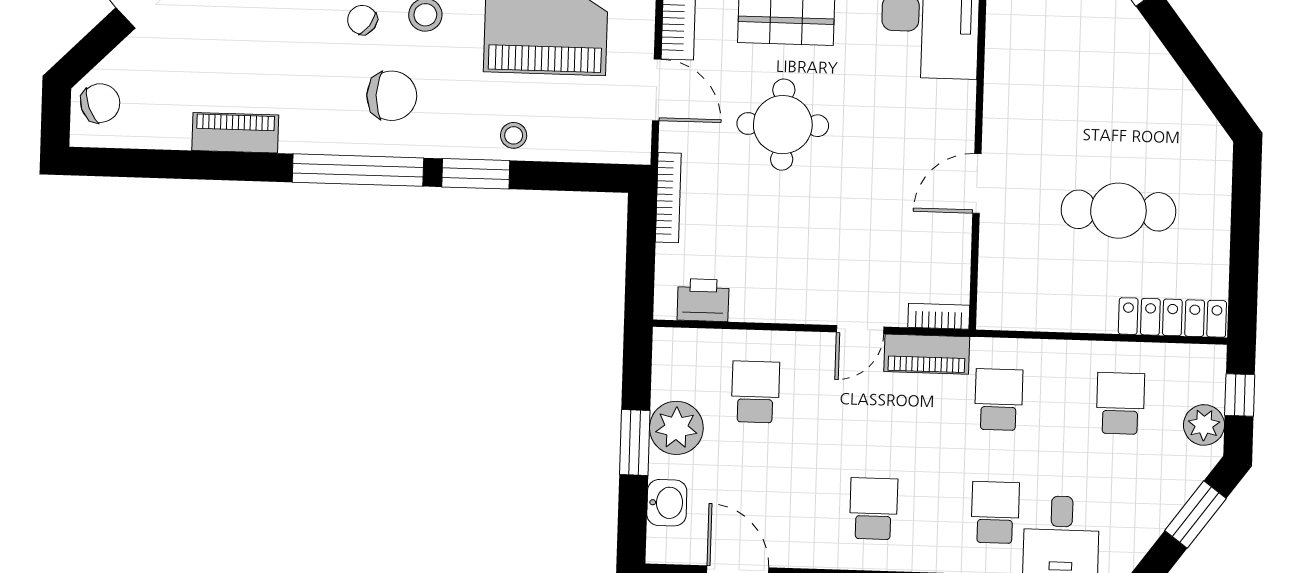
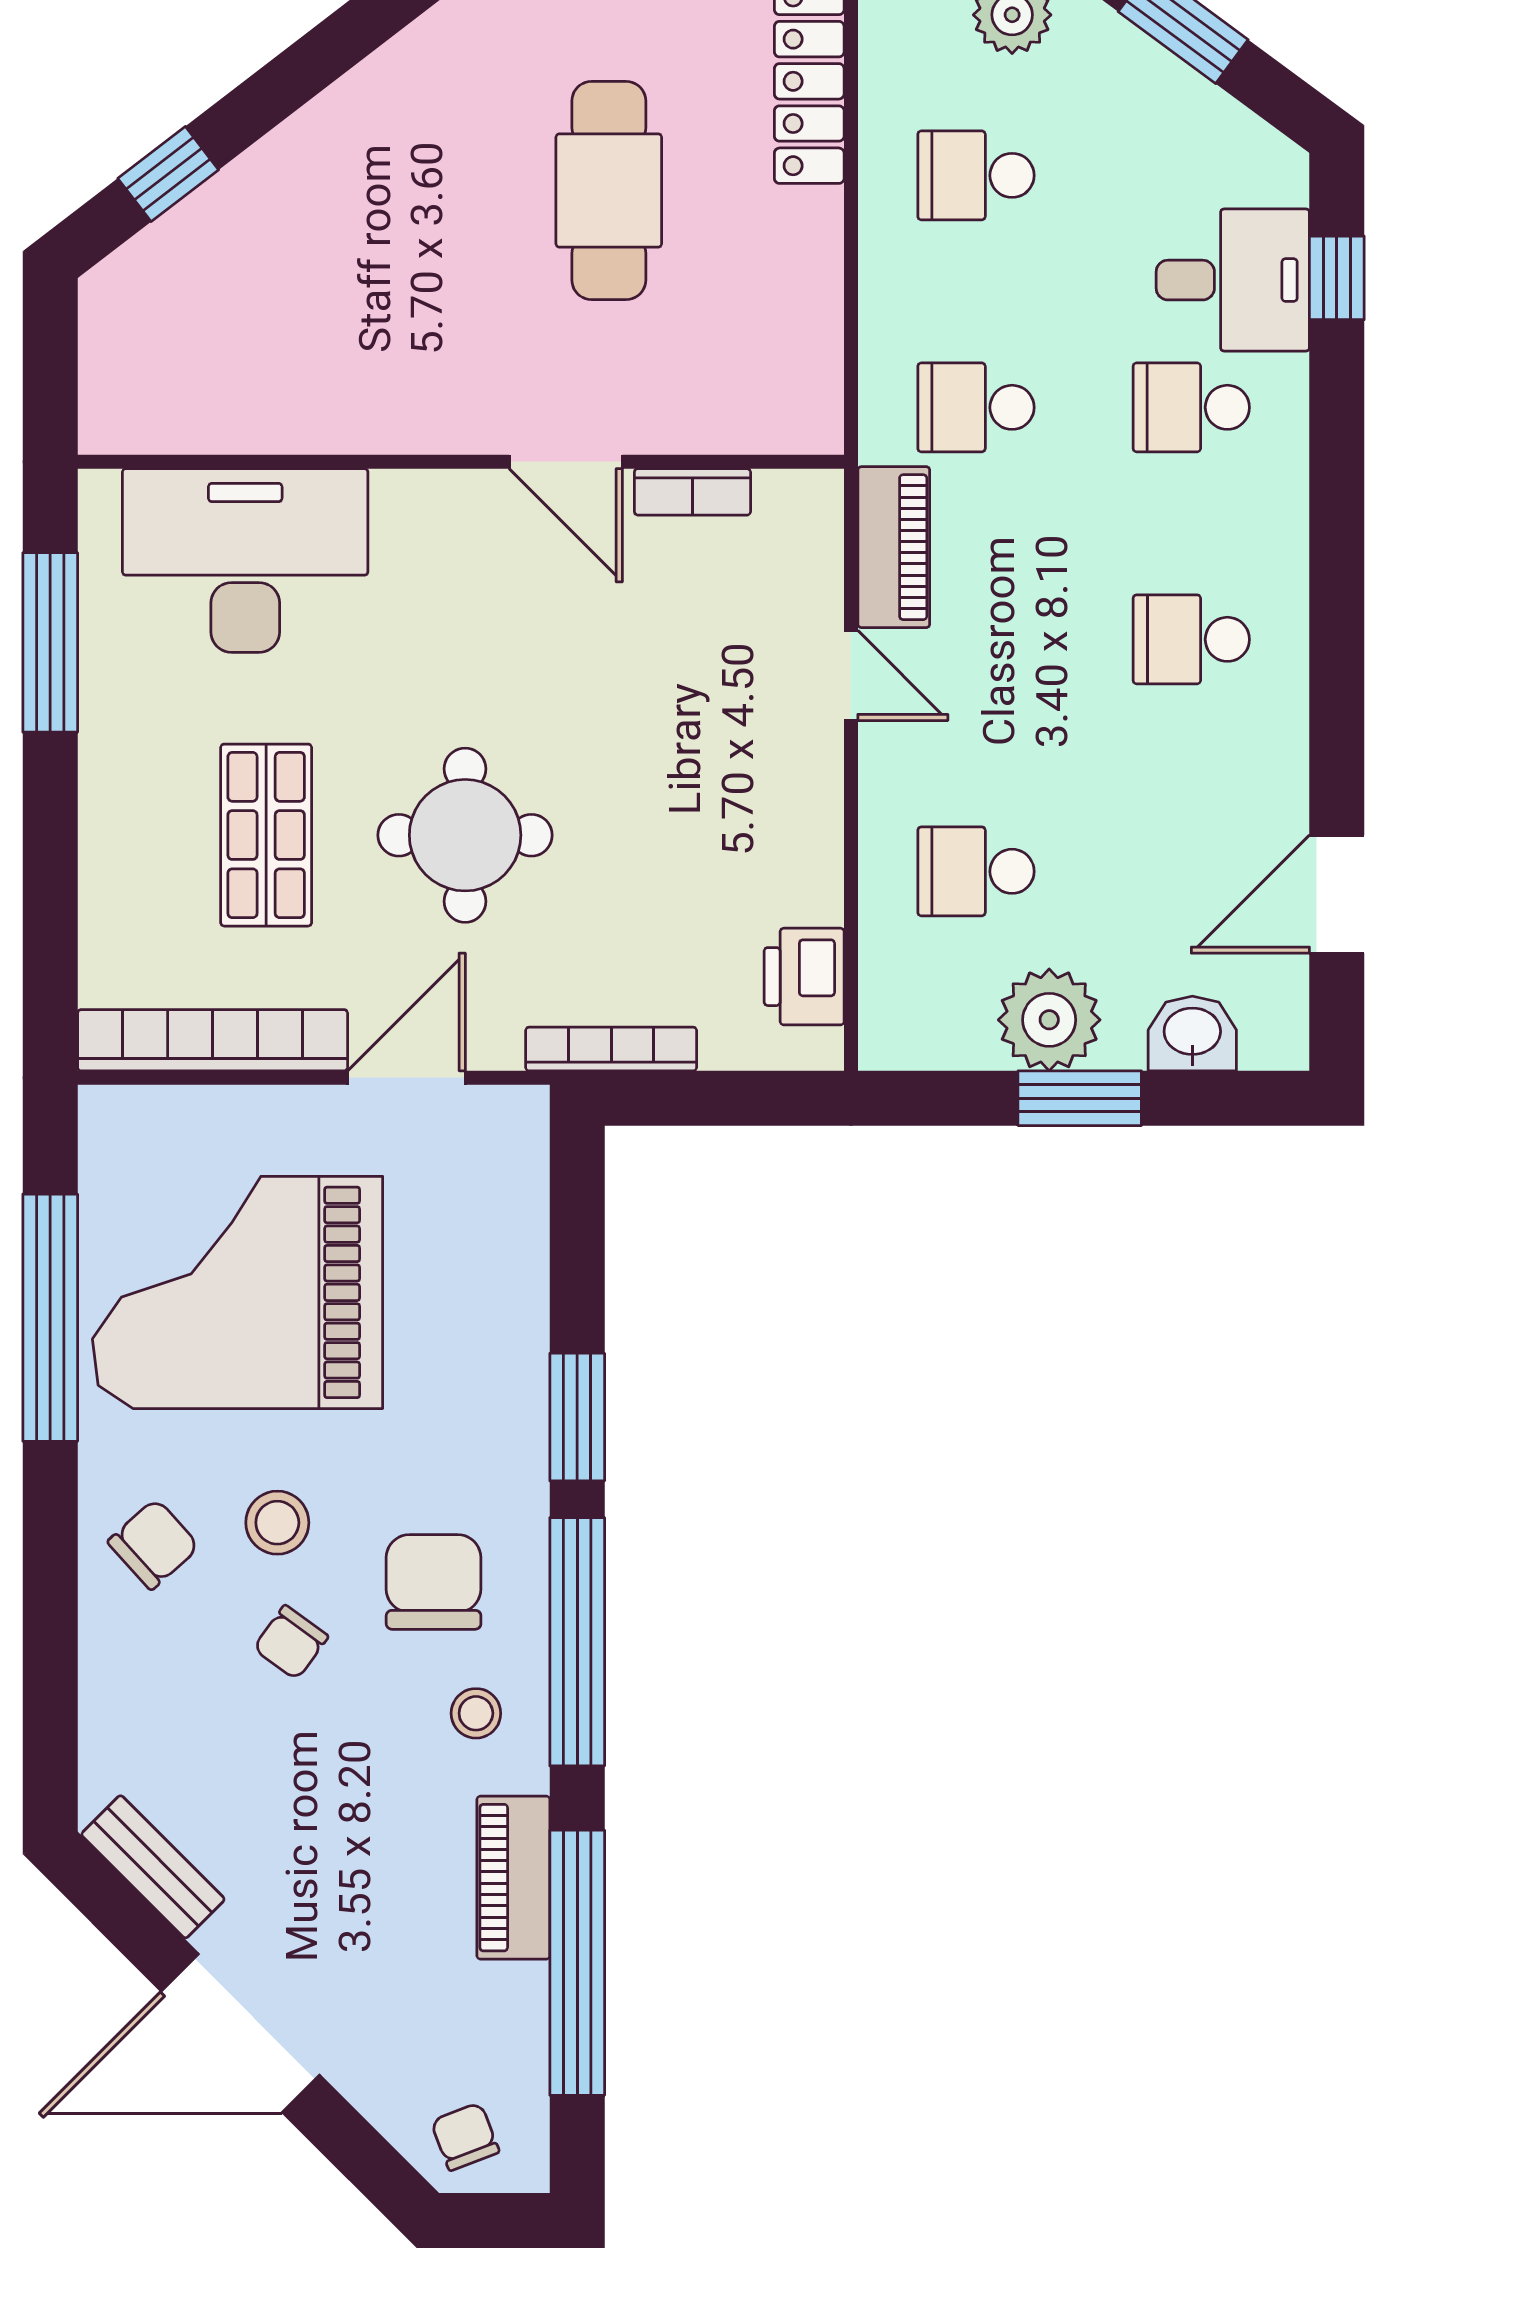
chair: (100, 103) -> (465, 2137), width x0.73, depth x0.73
stool: (514, 135) -> (476, 1713), moved
window: (190, 165) -> (577, 1963), added
bookcase: (939, 316) -> (692, 492), moved, turned -90

